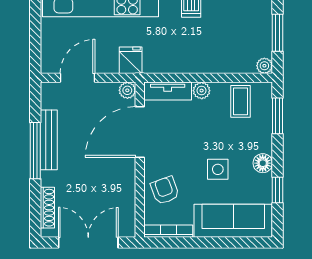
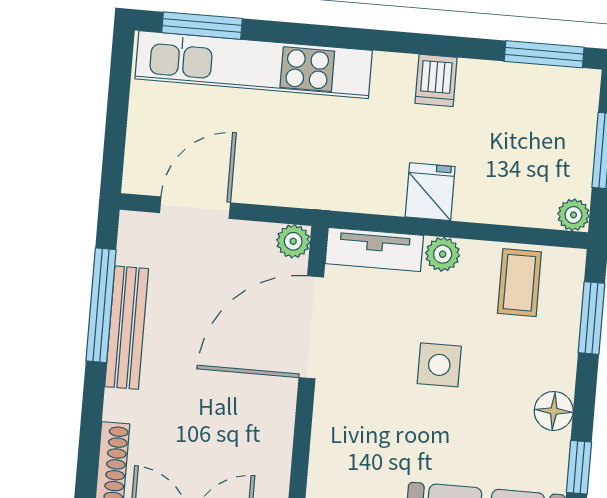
fridge: (131, 60) -> (430, 192), moved
window: (35, 151) -> (101, 305), moved
side table: (218, 169) -> (439, 365), moved
armchair: (165, 190) -> (352, 449), removed

